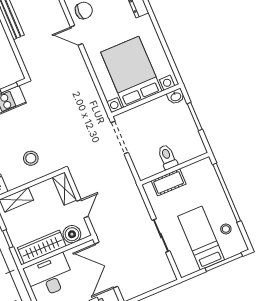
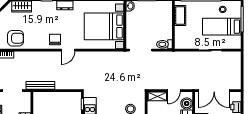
toilet: (167, 157) -> (164, 44), moved
cot: (169, 182) -> (180, 15), moved
door: (82, 209) -> (174, 91), swing flipped

